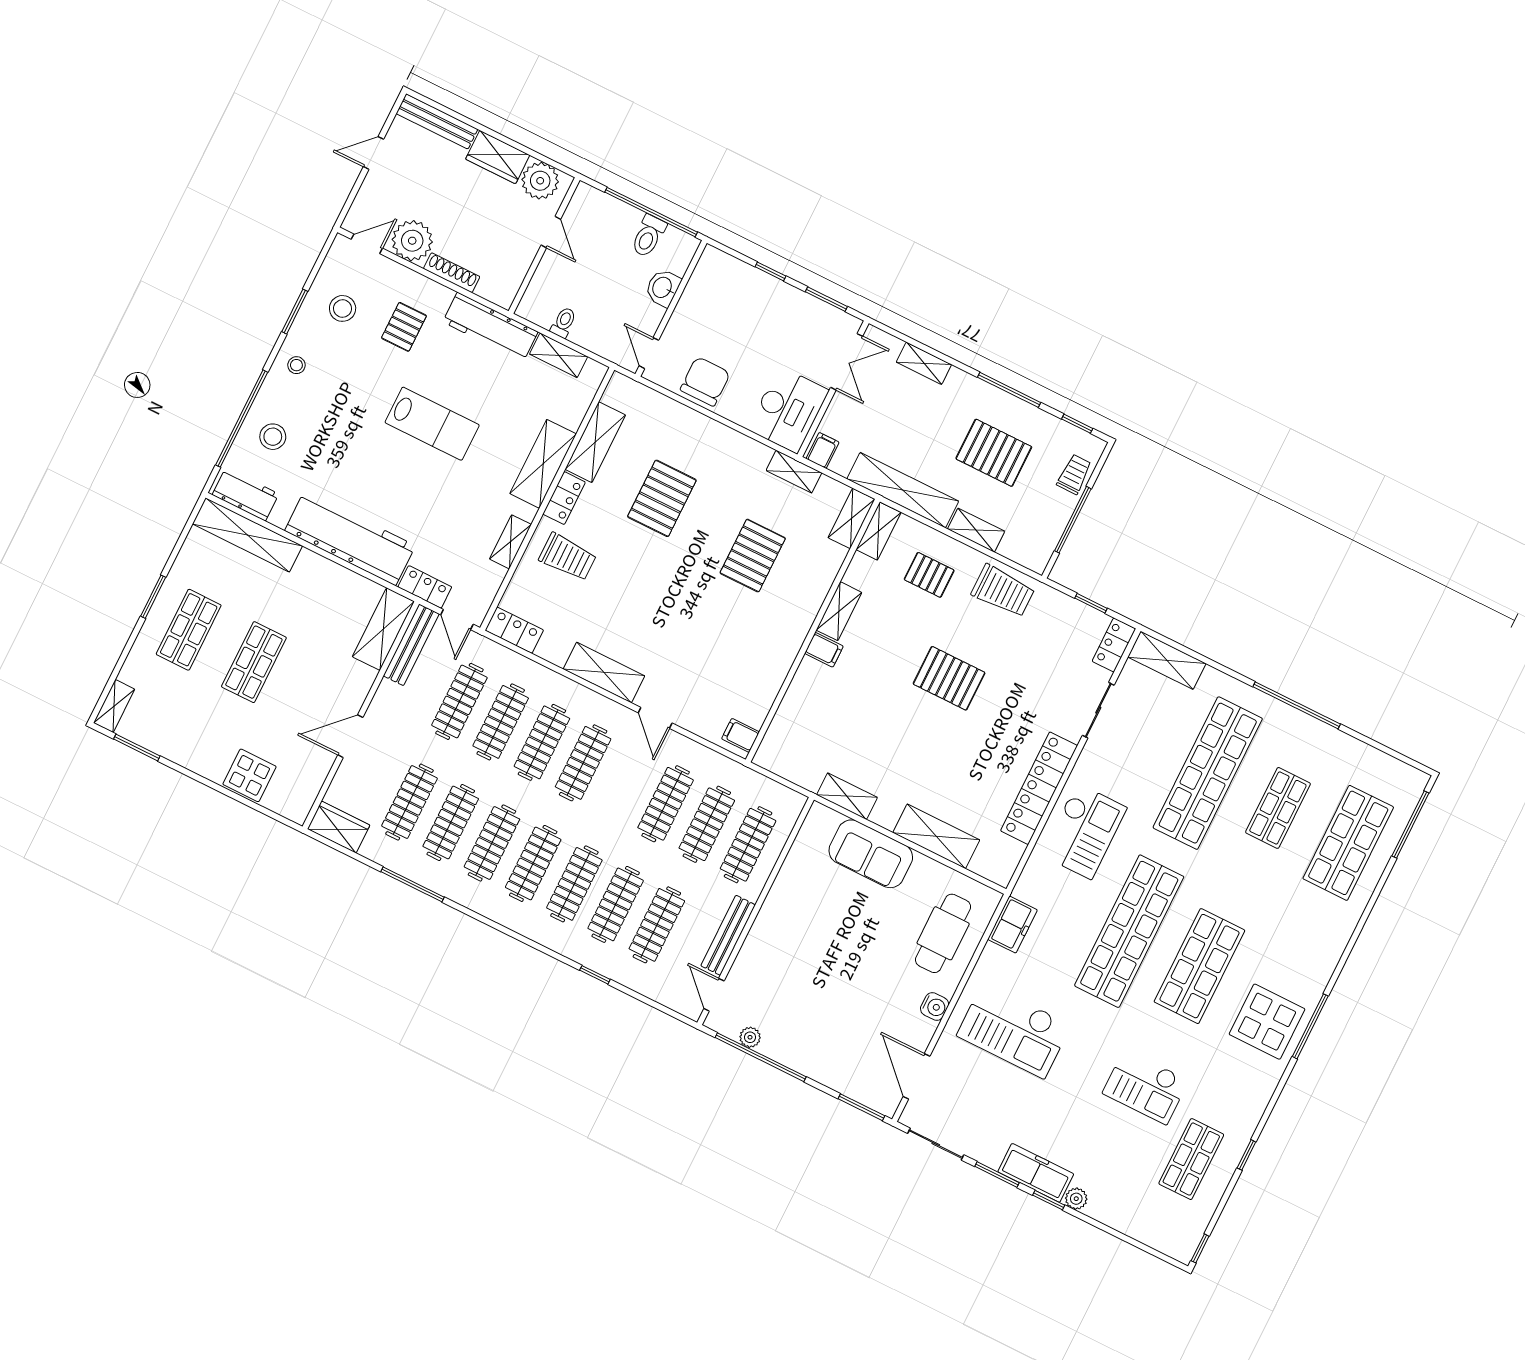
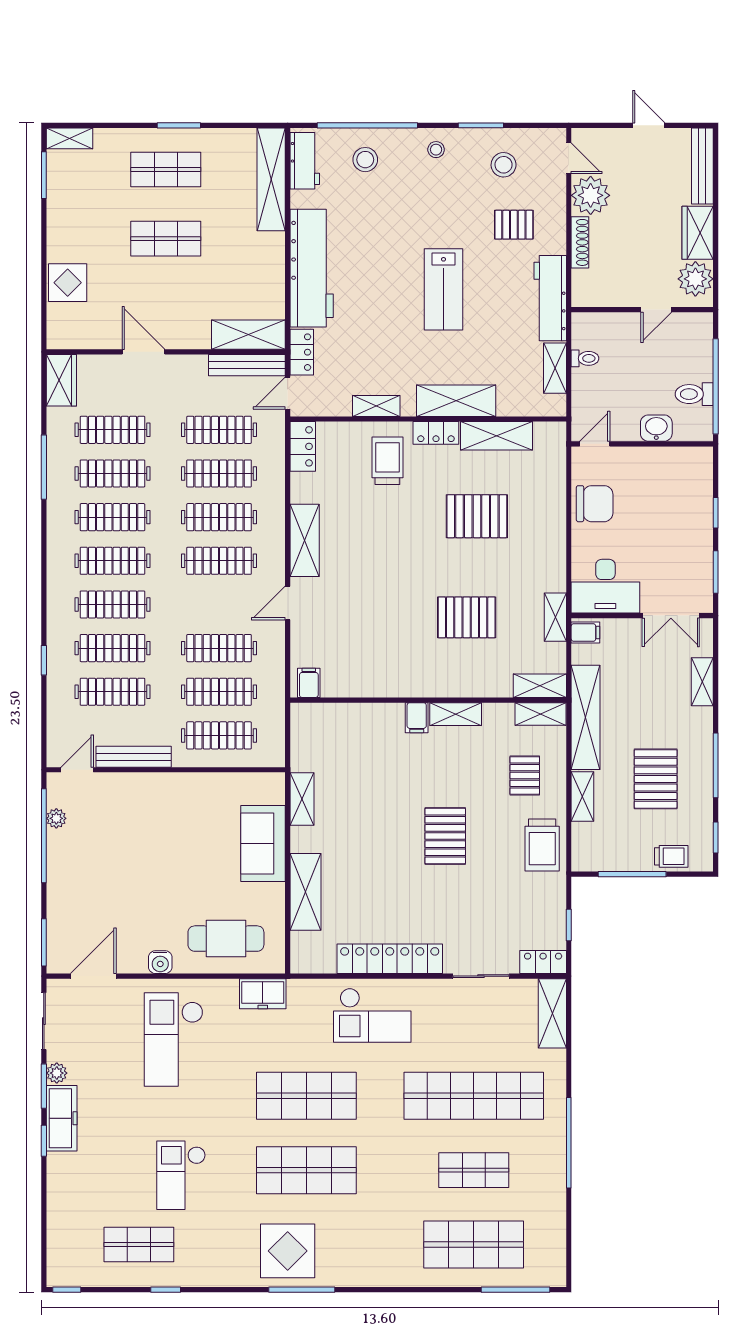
trolley: (568, 557) -> (387, 461), turned 180
shop shelf: (1129, 931) -> (306, 1096), width x0.71
plant: (1076, 1199) -> (57, 1073), moved

